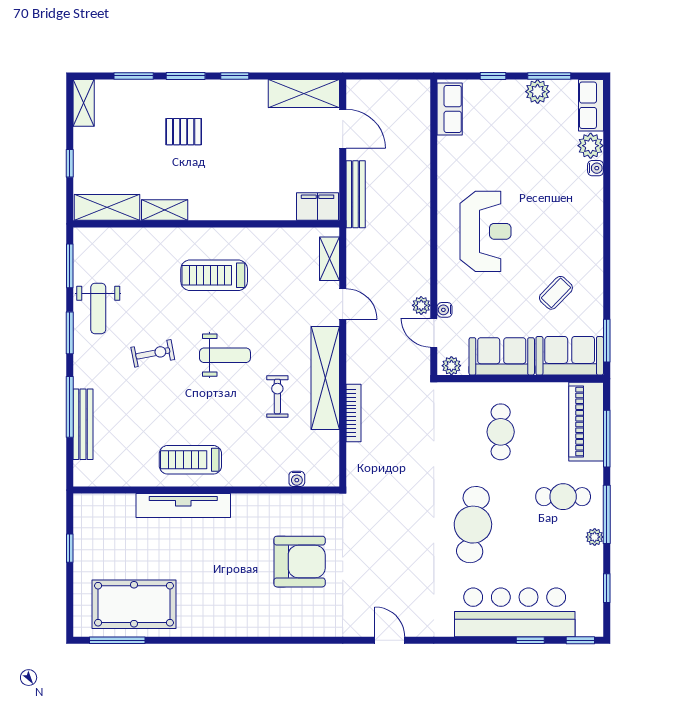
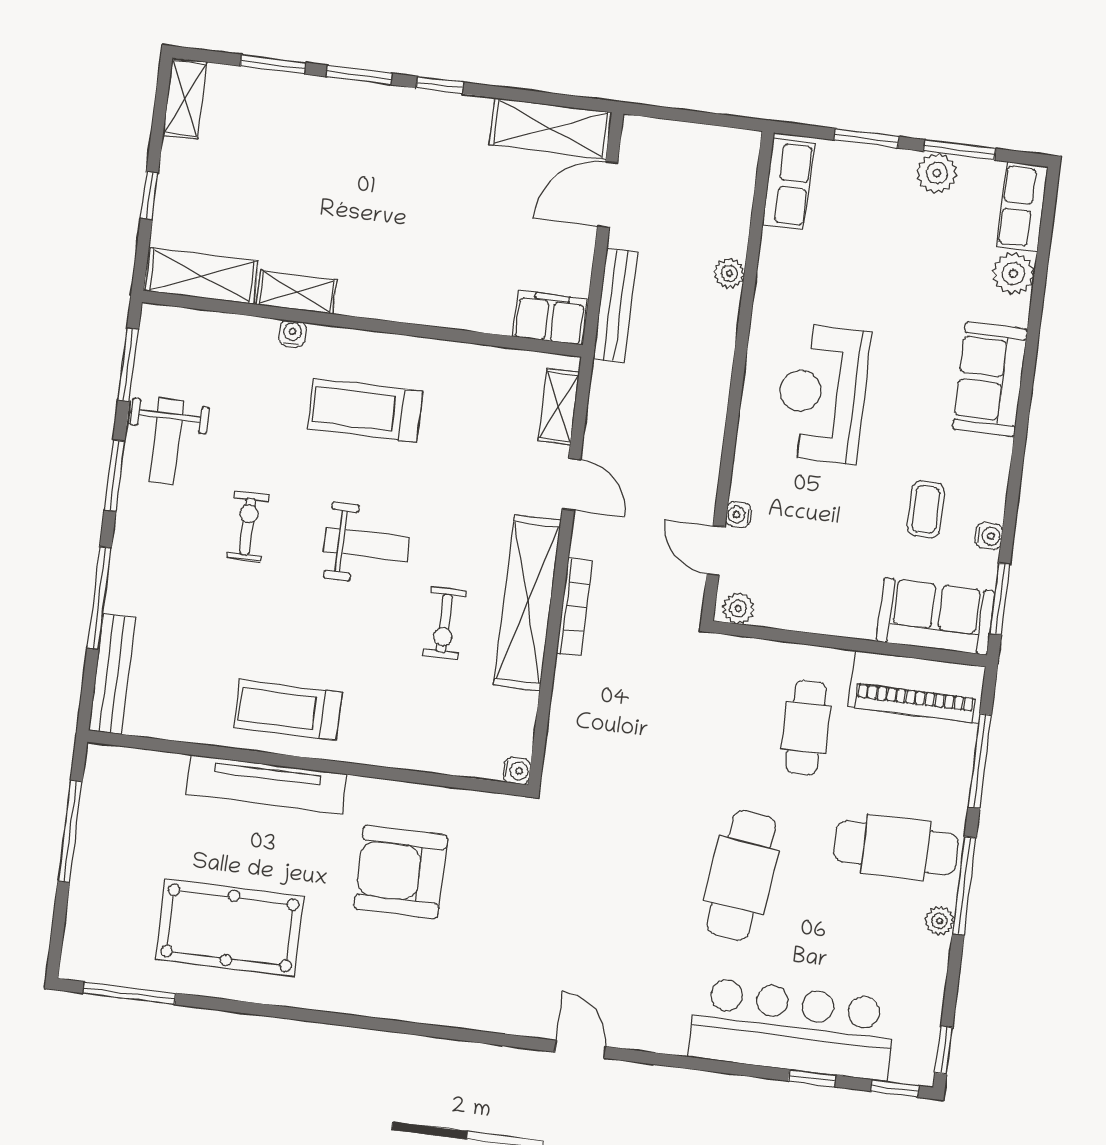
window: (493, 76) -> (866, 138), width x1.50
door: (343, 129) -> (608, 194), swing flipped
pallet: (184, 132) -> (344, 167), removed
water cooler: (595, 168) -> (989, 536), moved
reception desk: (485, 231) -> (822, 393), turned 180
water cooler: (165, 235) -> (292, 334), added
coffee table: (556, 293) -> (926, 510), turned -44
plant: (421, 305) -> (729, 273), moved
exercise bike: (153, 353) -> (247, 527), turned -79
sofa: (502, 356) -> (990, 379), moved, turned -90
exercise bike: (277, 397) -> (444, 623), turned 180
bookcase: (354, 413) -> (574, 607), moved
piano: (586, 422) -> (917, 687), moved, turned -90
bench: (83, 424) -> (112, 674), moved
water cooler: (297, 479) -> (517, 771), moved, turned -90
cafe table: (563, 497) -> (896, 848), width x1.37, depth x1.35
window: (70, 548) -> (70, 831), width x2.17
armchair: (300, 562) -> (401, 872), moved, turned 180
window: (607, 588) -> (944, 1050), moved
pool table: (134, 604) -> (230, 928), moved

